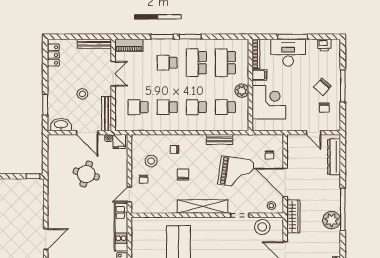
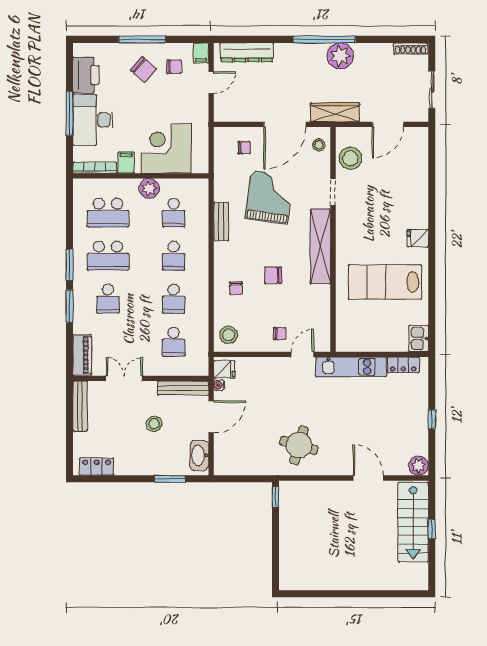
printer: (324, 45) -> (86, 75), width x1.87, depth x1.48
filing cabinet: (334, 126) -> (201, 53), added
stool: (151, 161) -> (229, 335), moved
round table: (86, 174) -> (299, 445), moved
door: (129, 194) -> (302, 354), swing flipped

